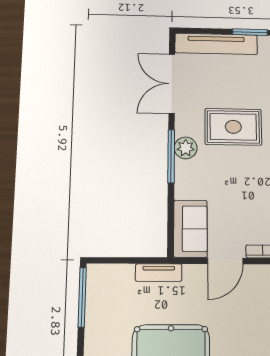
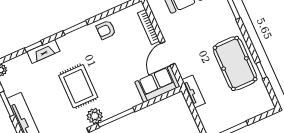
plant: (186, 148) -> (95, 116), moved
door: (225, 261) -> (168, 53), swing flipped

